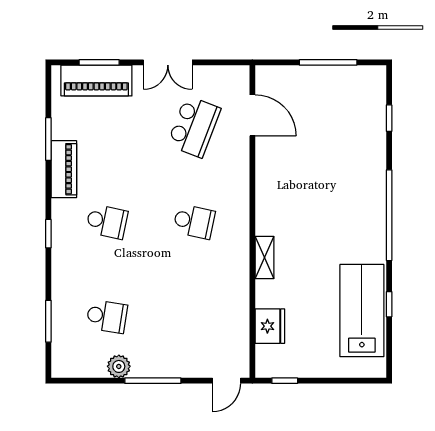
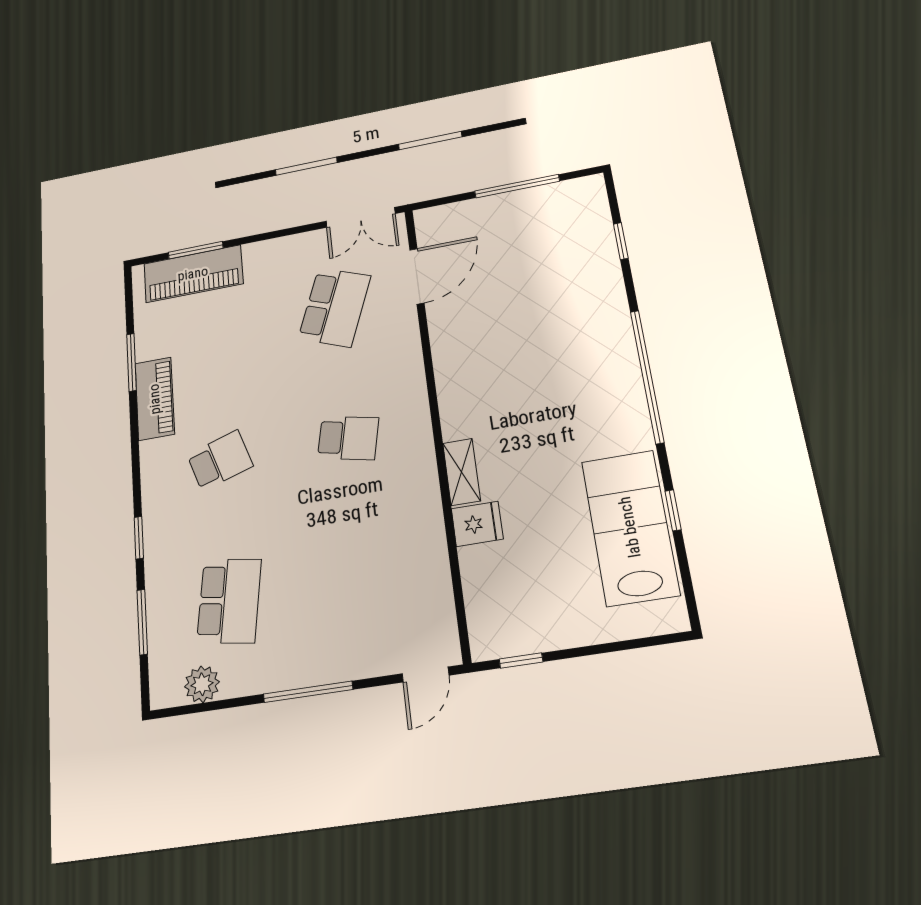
double door: (168, 62) -> (360, 217), moved
door: (252, 115) -> (417, 276), hinge flipped
school desk: (107, 222) -> (220, 460), turned -30
window: (48, 234) -> (139, 538), moved
school desk: (107, 316) -> (229, 601), width x1.85
fridge: (270, 326) -> (477, 524), moved, width x0.72
plant: (119, 366) -> (202, 684), moved

